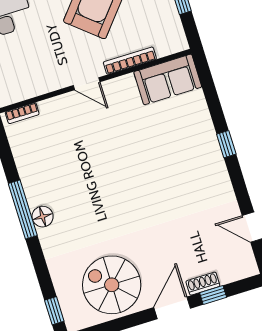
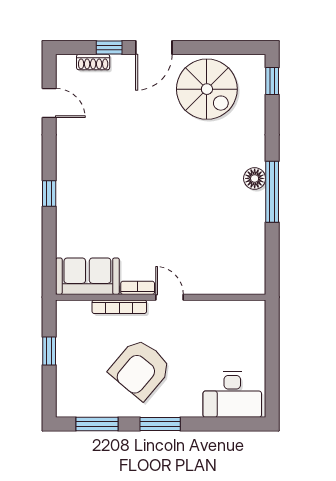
bookcase: (22, 113) -> (138, 288), moved
shoe rack: (203, 284) -> (93, 62), moved

